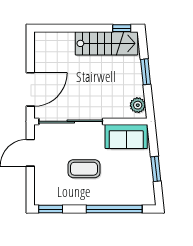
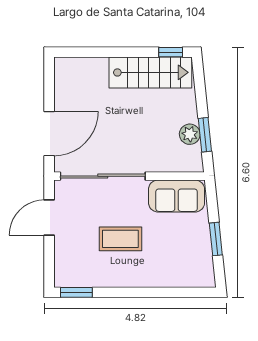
window: (146, 72) -> (205, 135), moved
plant: (138, 105) -> (190, 134), moved
window: (114, 209) -> (160, 292), removed

